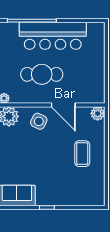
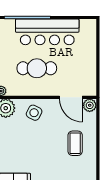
door: (63, 105) -> (71, 97), moved

